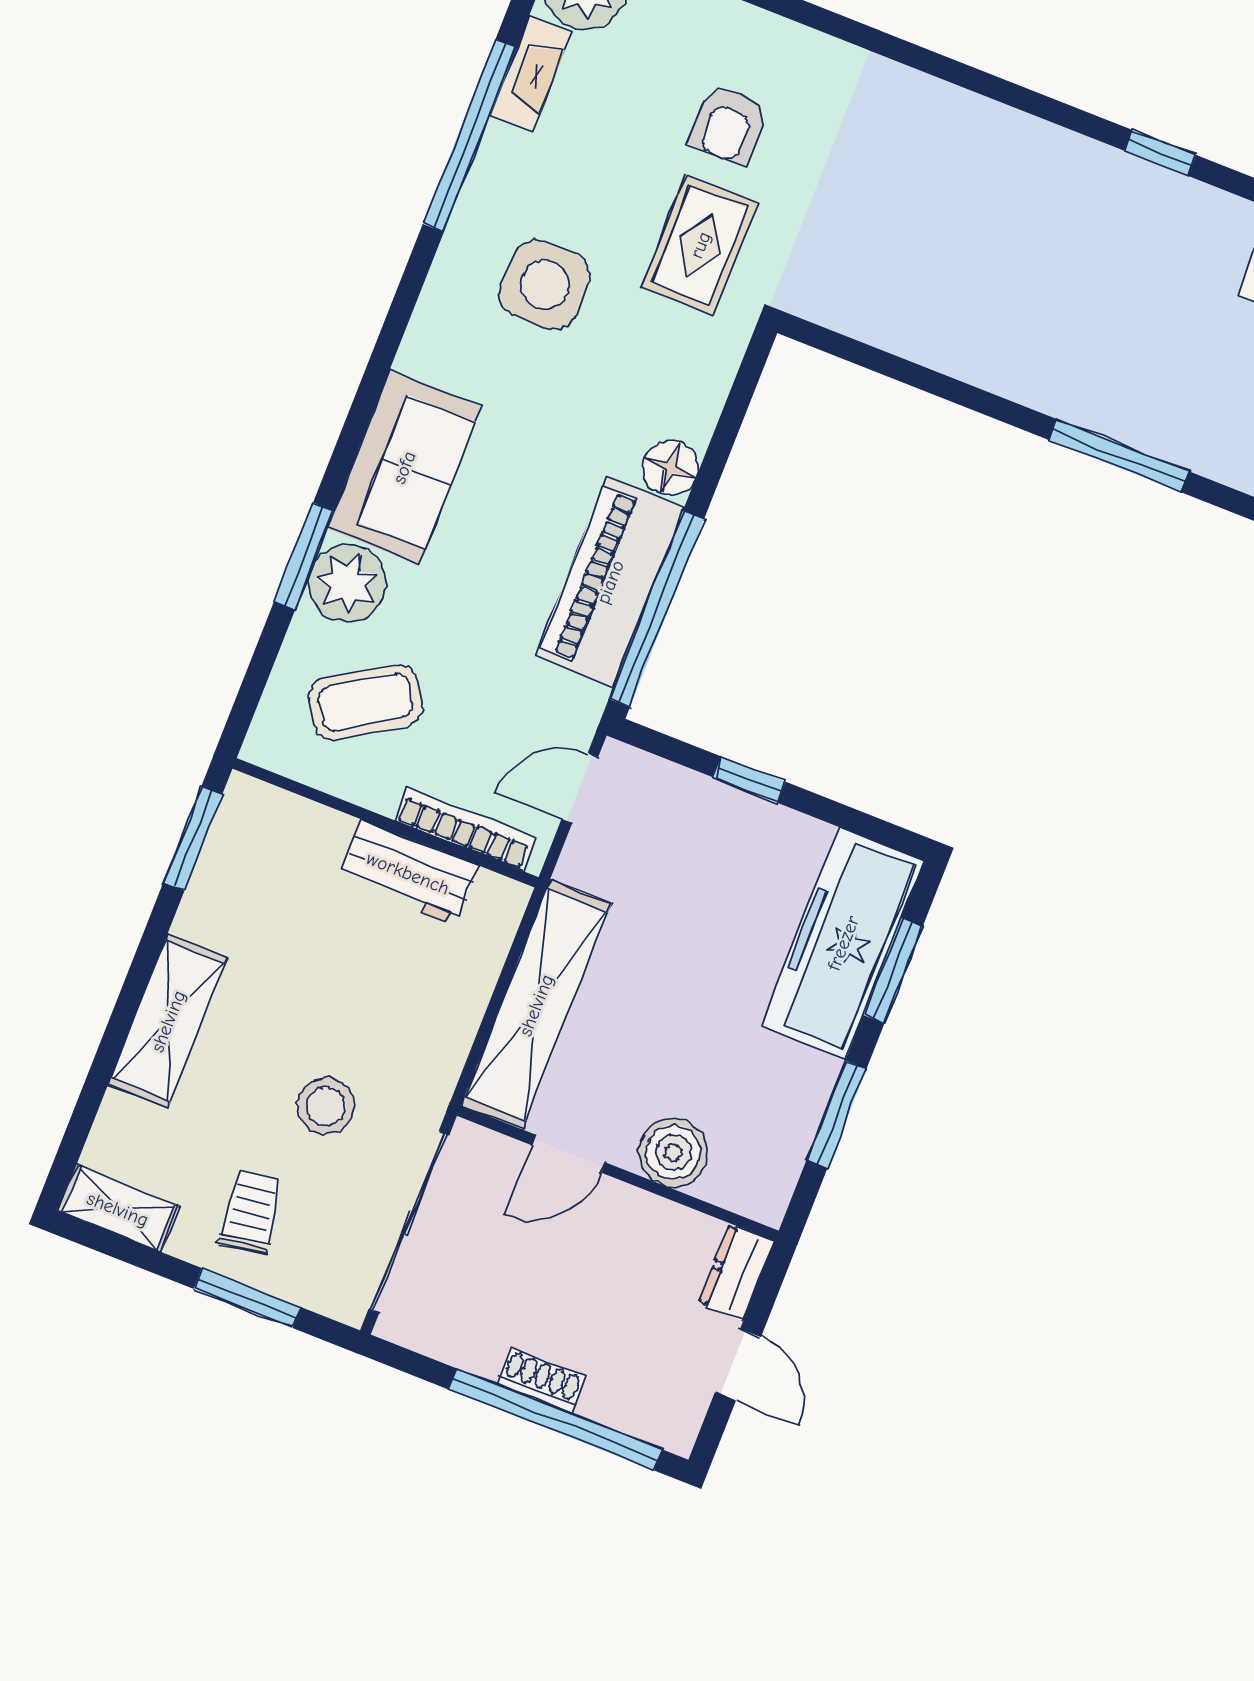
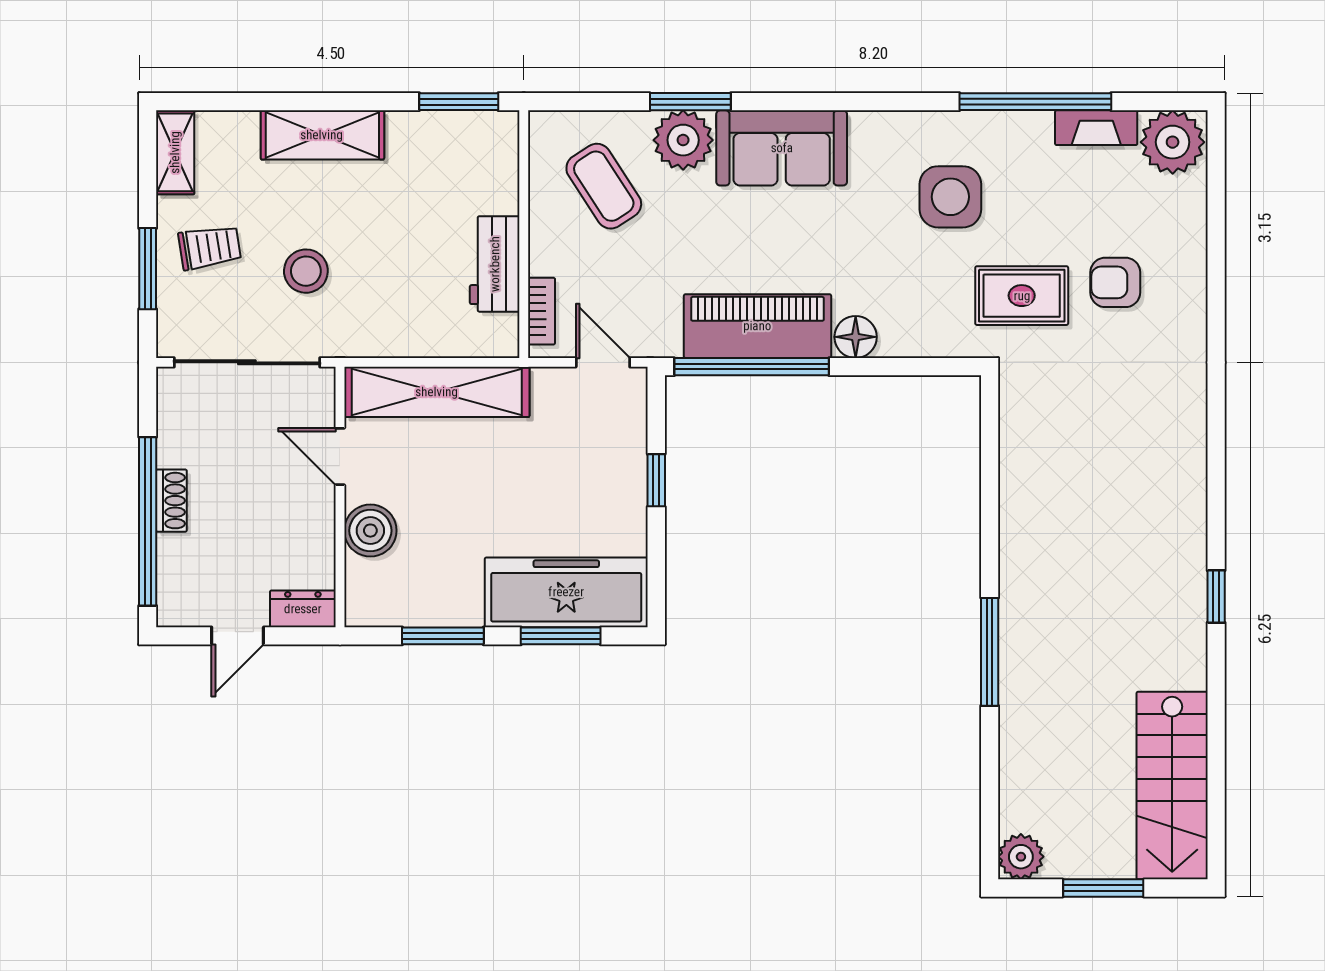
bookcase: (465, 829) -> (541, 311), width x0.64

